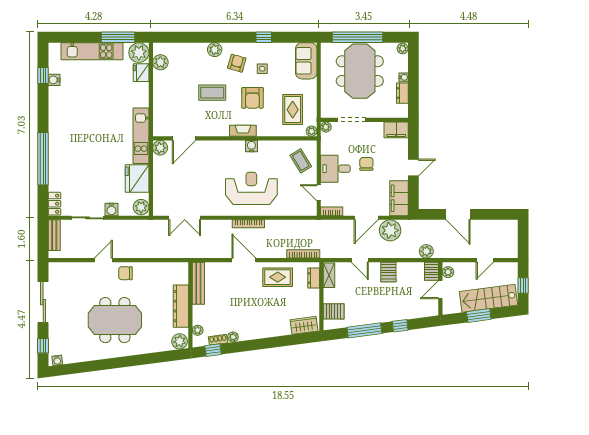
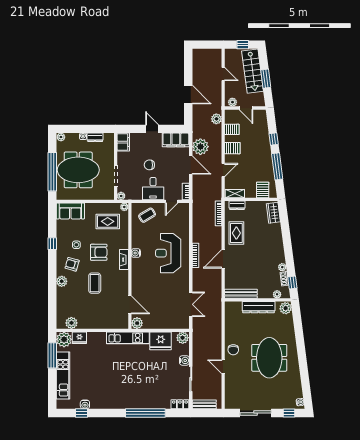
door: (458, 214) -> (188, 95), hinge flipped
server rack: (432, 271) -> (232, 129), moved

